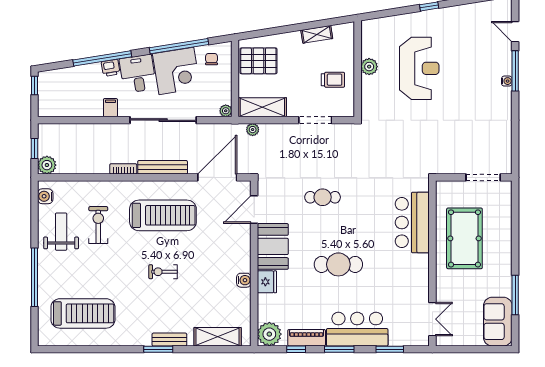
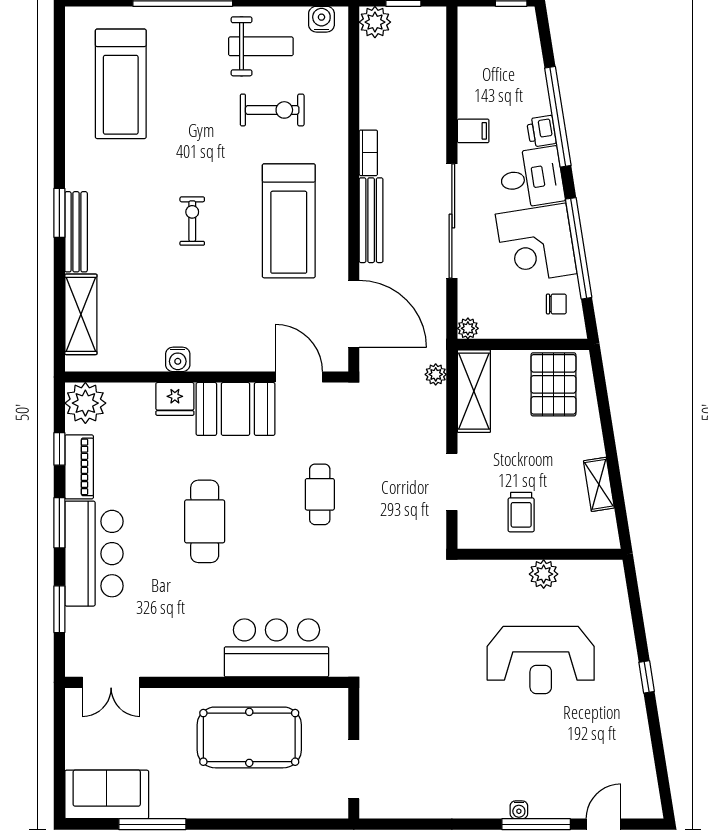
bench: (169, 340) -> (76, 232), width x1.36

